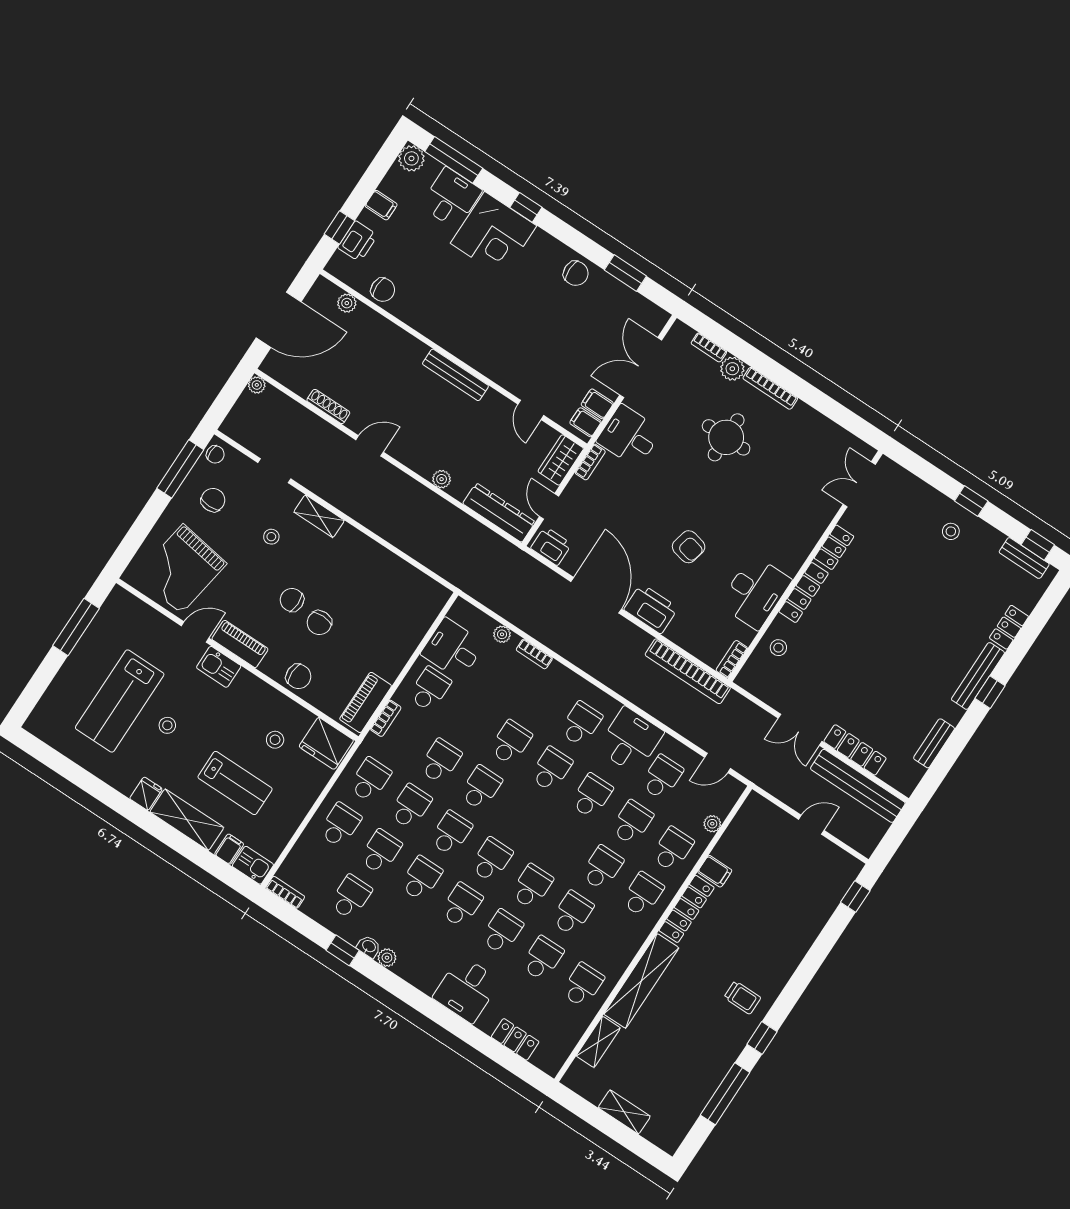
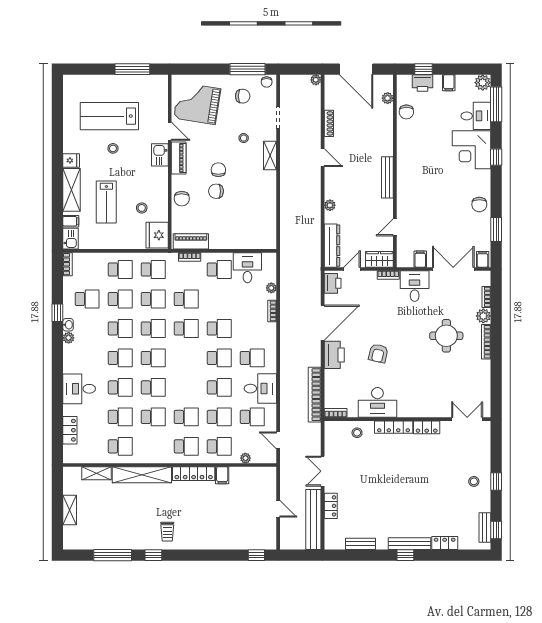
filing cabinet: (585, 422) -> (483, 259), moved
locker: (855, 750) -> (331, 506), width x0.66

